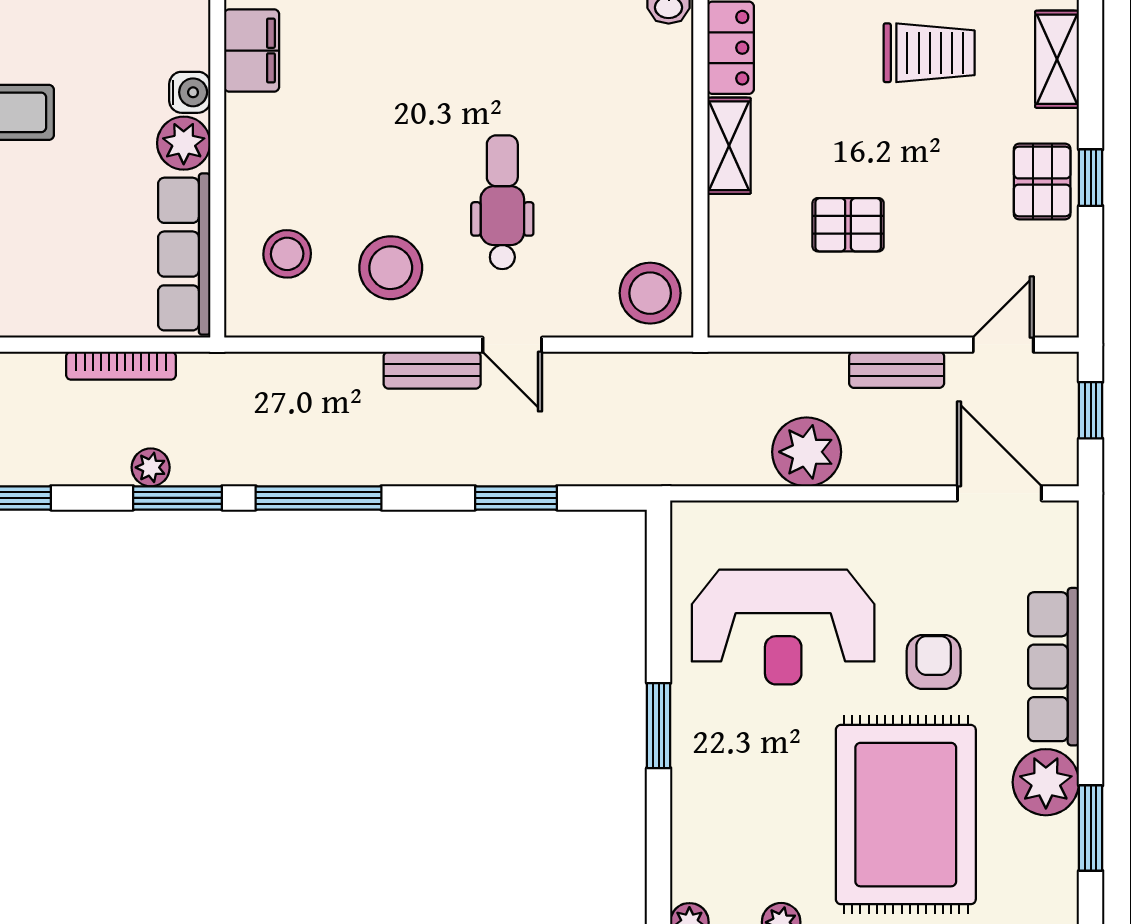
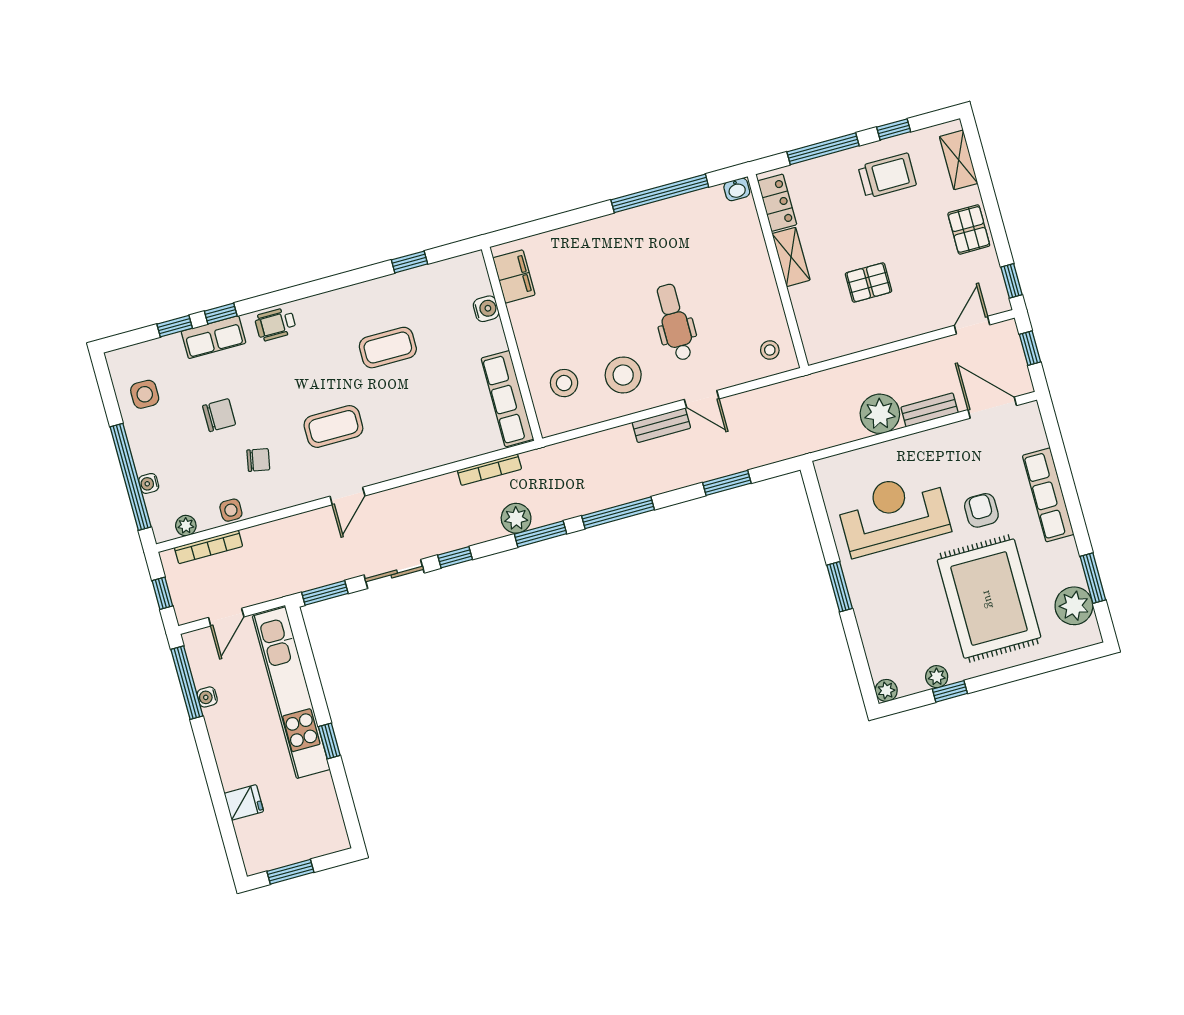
plant: (184, 143) -> (490, 338), removed
window: (1091, 178) -> (1012, 281), moved
stool: (650, 293) -> (770, 350), width x0.53, depth x0.53
bench: (897, 370) -> (930, 410), moved
plant: (151, 467) -> (516, 518), width x1.38, depth x1.38
reception desk: (783, 627) -> (893, 514), turned 180
plant: (1046, 782) -> (1074, 606), moved

